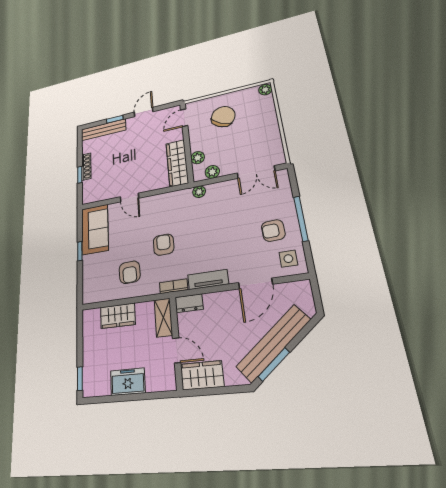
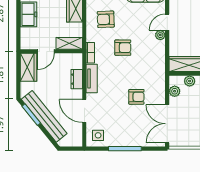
double door: (256, 172) -> (167, 124), width x1.37
plant: (199, 192) -> (160, 35), moved
armchair: (273, 231) -> (136, 97), moved, turned 92
dresser: (189, 303) -> (77, 79), moved

